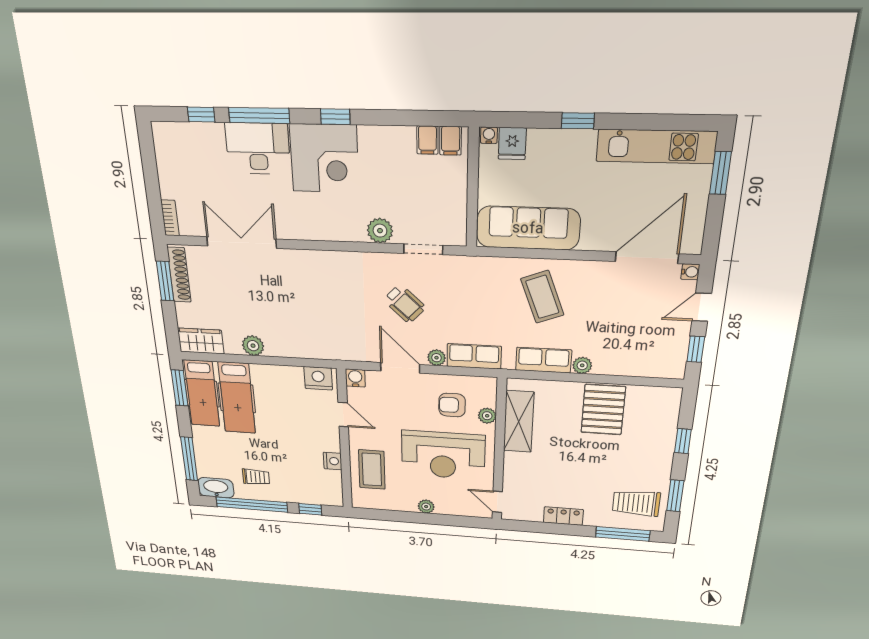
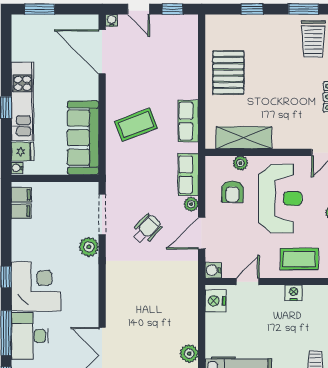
kitchen unit: (656, 146) -> (22, 101), moved
doorway: (423, 249) -> (102, 214), width x1.38
plant: (582, 365) -> (191, 91), removed
pallet: (603, 410) -> (228, 72), turned 90

